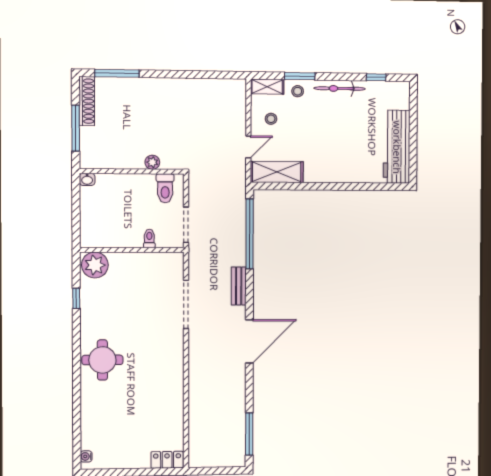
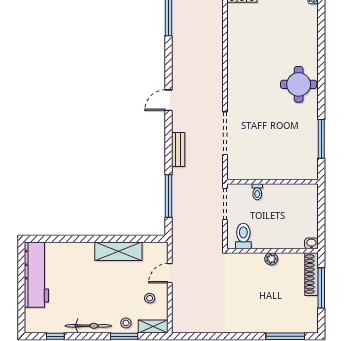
shoe rack: (87, 101) -> (312, 274), moved
plant: (152, 162) -> (271, 259), moved
shelving: (277, 172) -> (118, 251), moved
window: (250, 234) -> (169, 196), width x0.68
plant: (95, 265) -> (305, 168), removed
window: (76, 298) -> (321, 139), width x2.17
door: (249, 341) -> (169, 100), width x0.53

